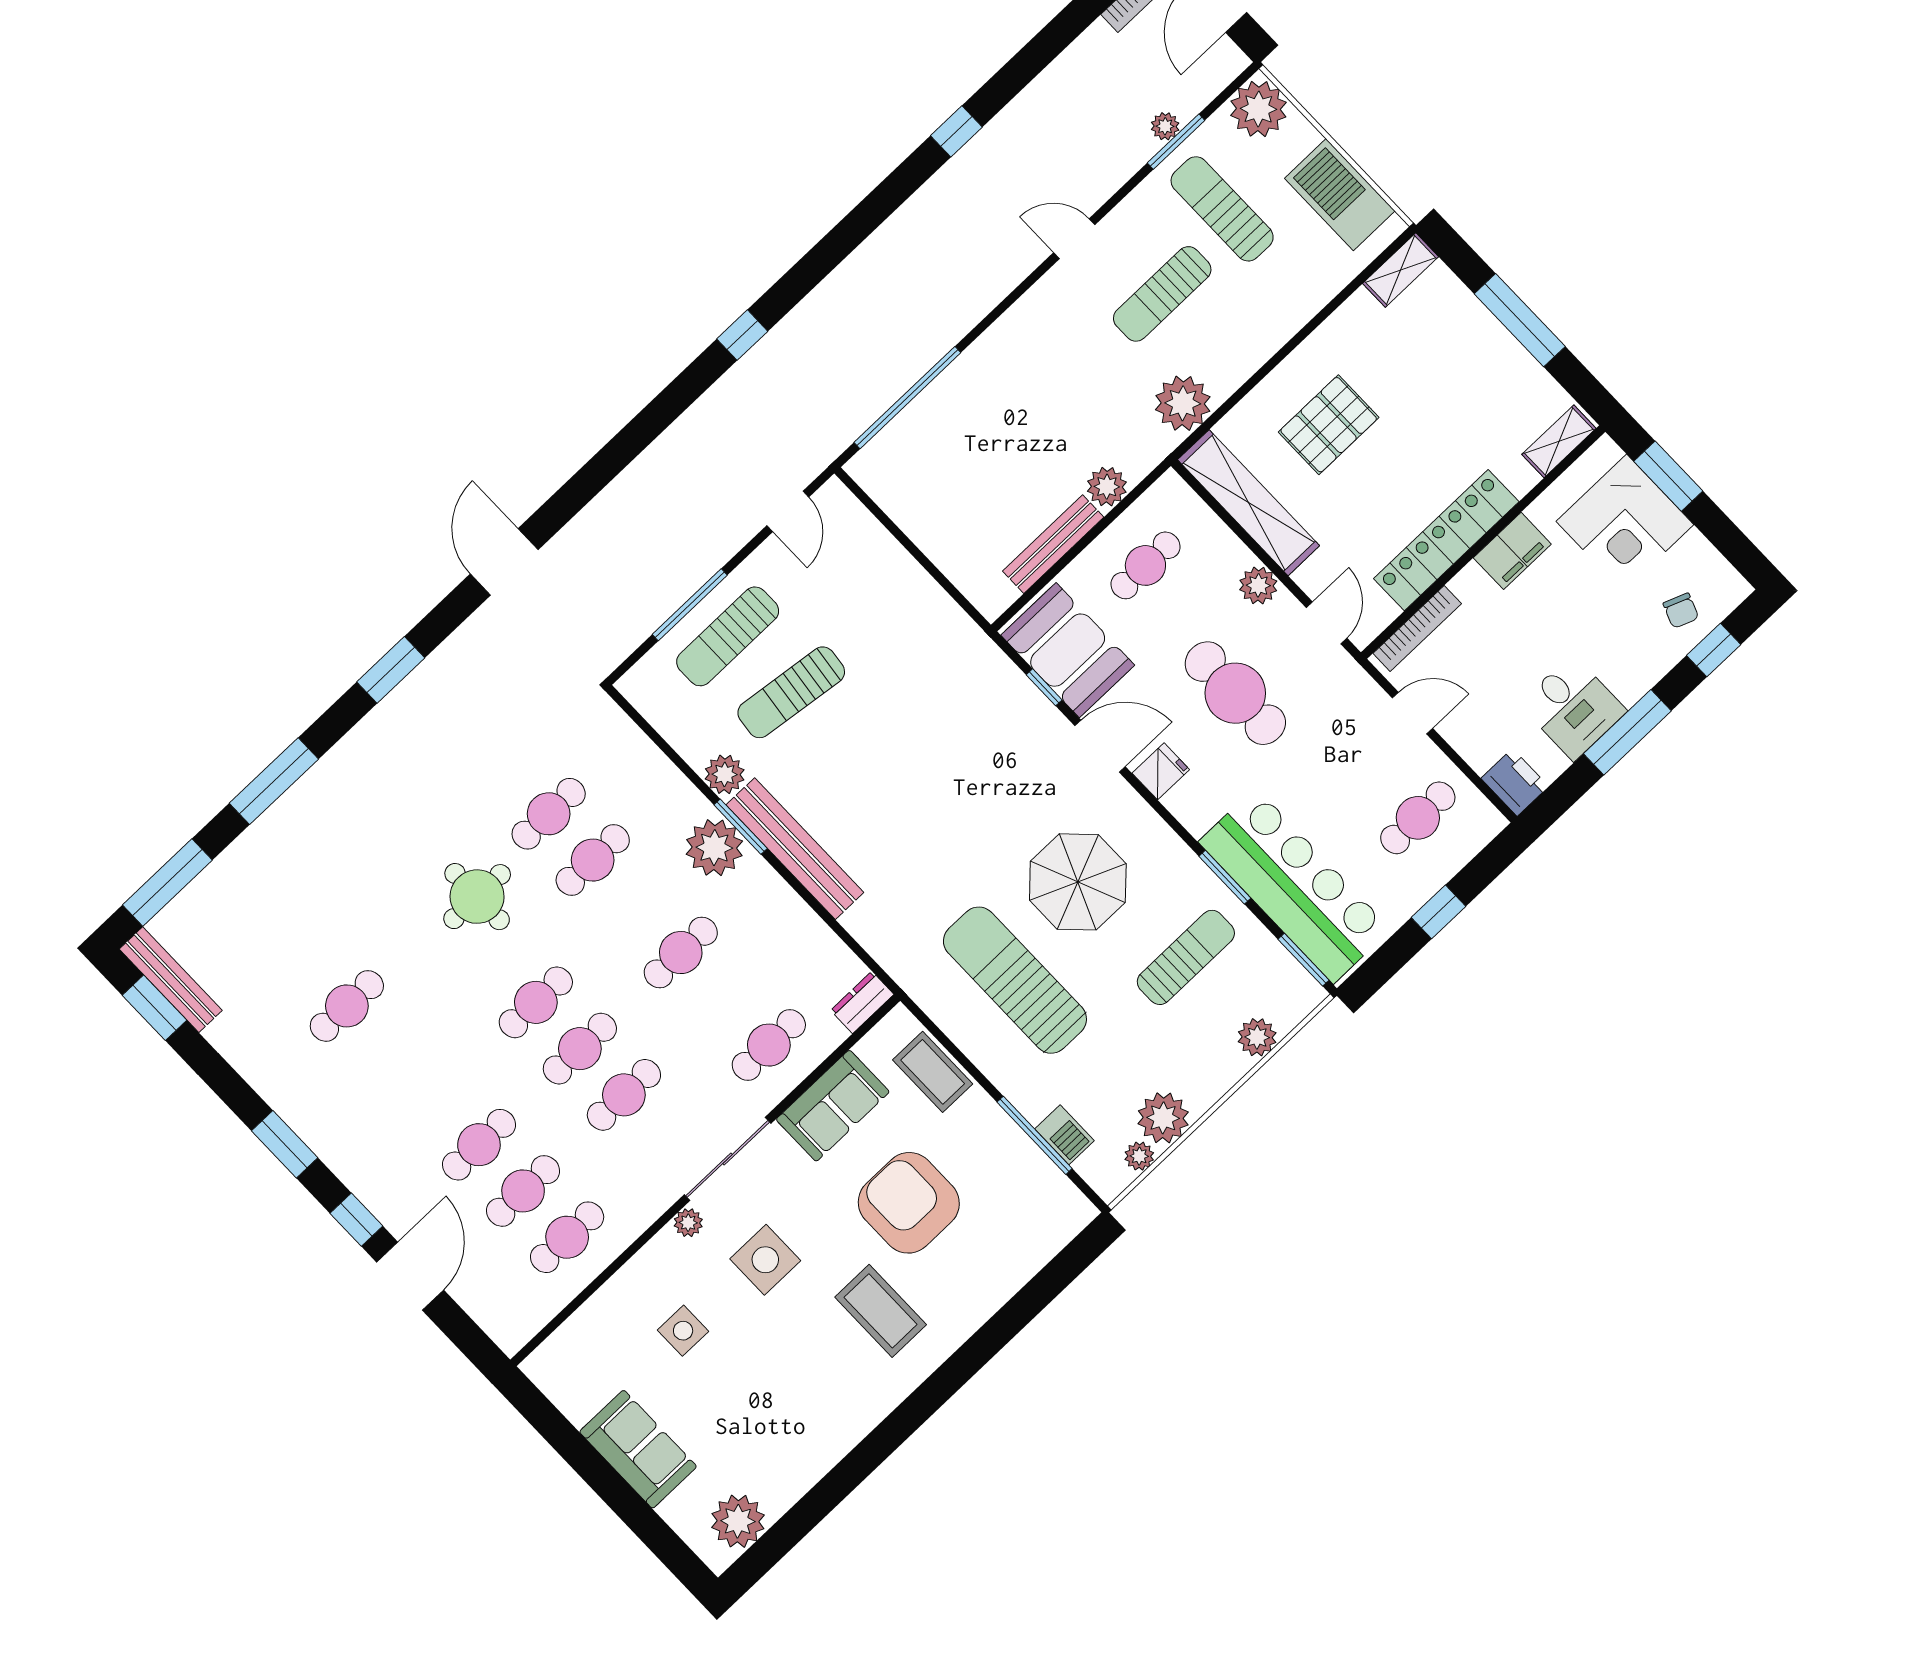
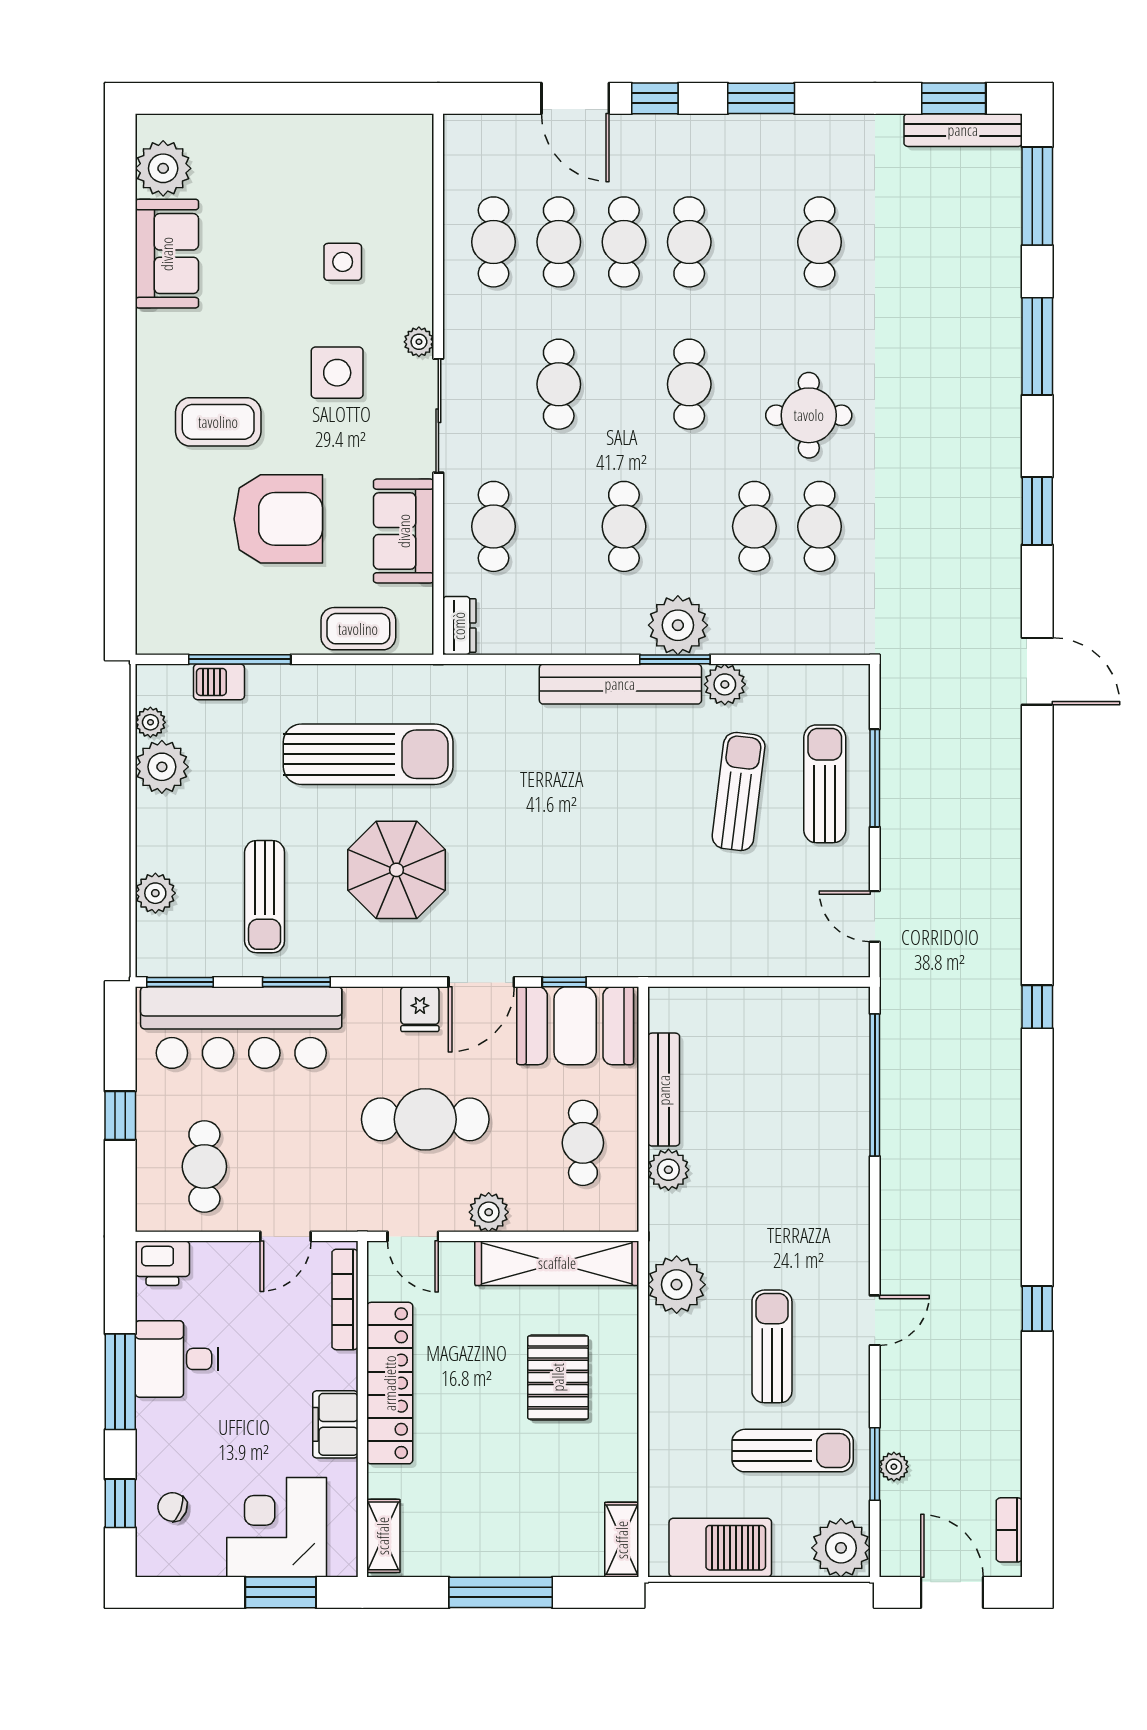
cafe table: (580, 1049) -> (689, 242), moved
sofa: (638, 1449) -> (167, 254), moved, turned -90

